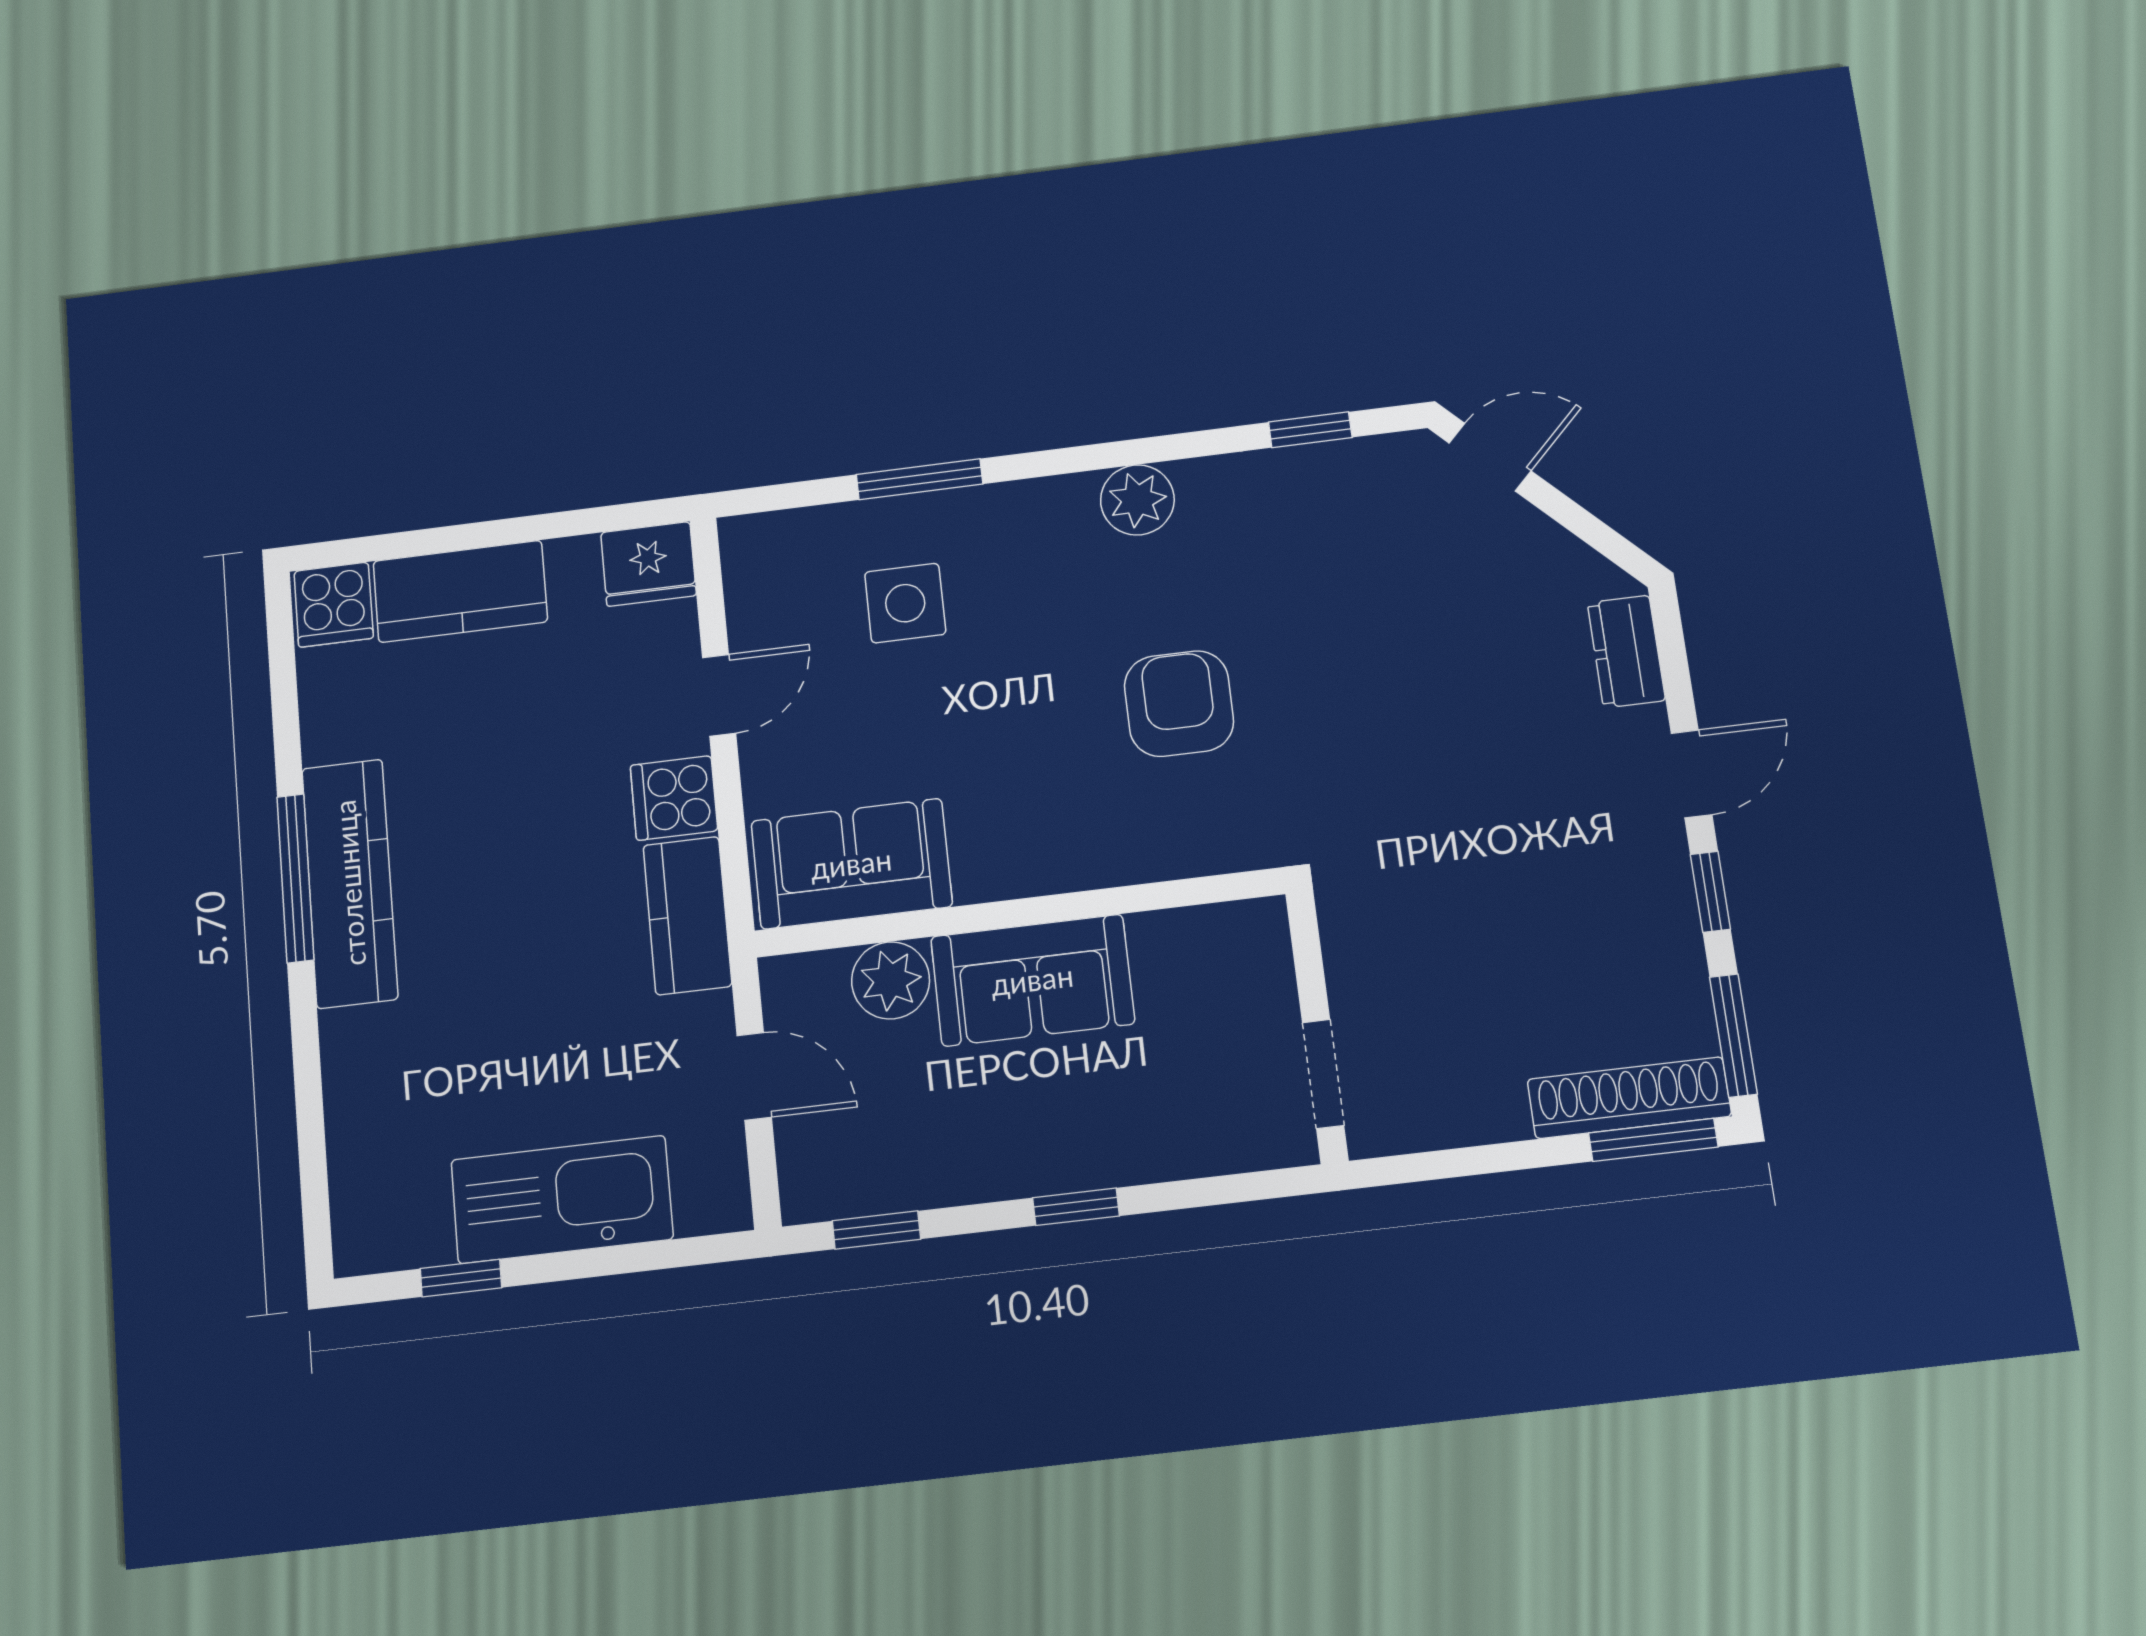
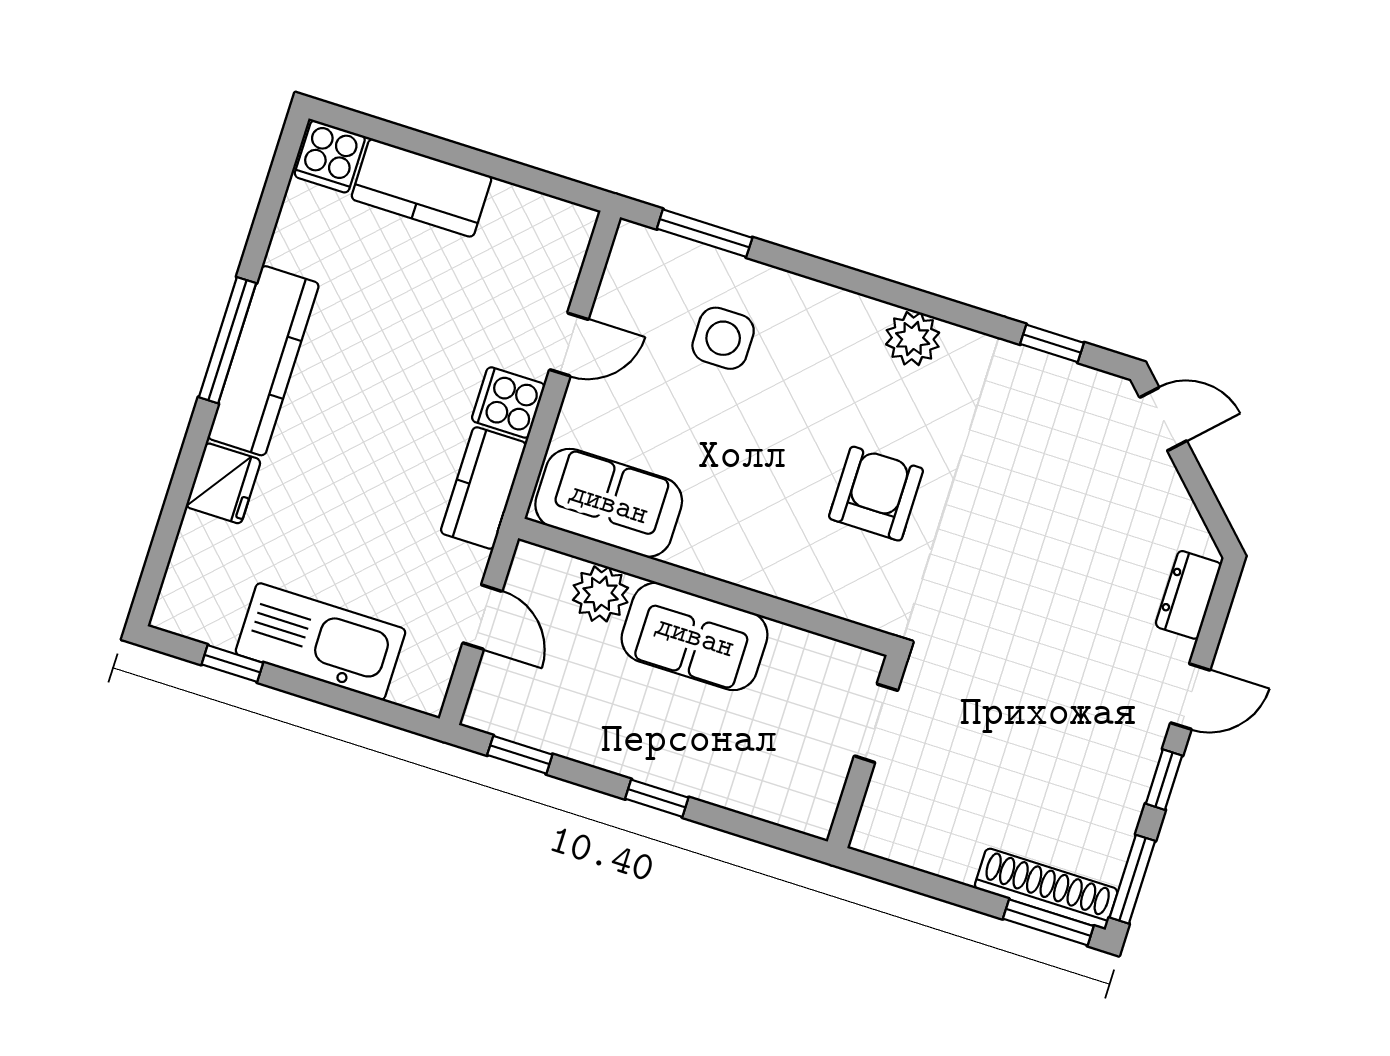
window: (919, 479) -> (705, 233), moved
fridge: (648, 564) -> (223, 483), moved, turned -90
doorway: (1323, 1074) -> (876, 723), moved

